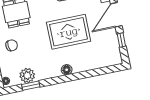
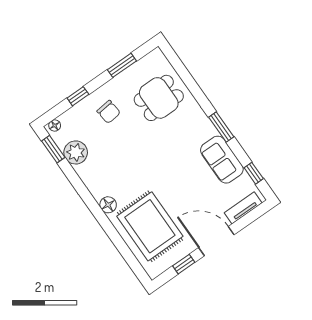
rug: (69, 32) -> (150, 226), moved
window: (31, 86) -> (53, 149), moved

